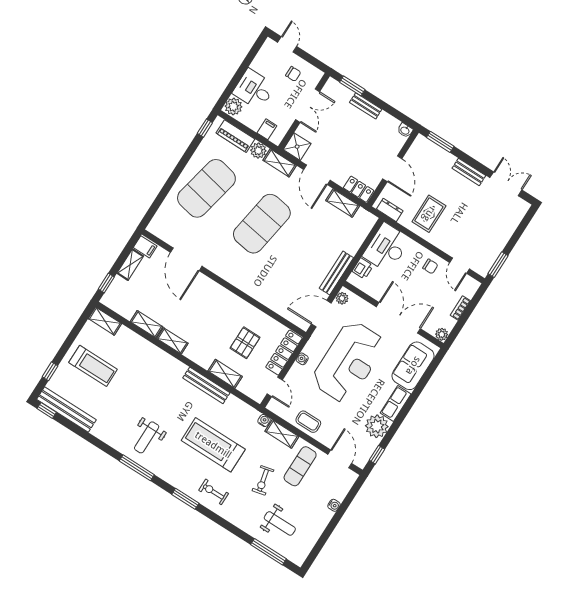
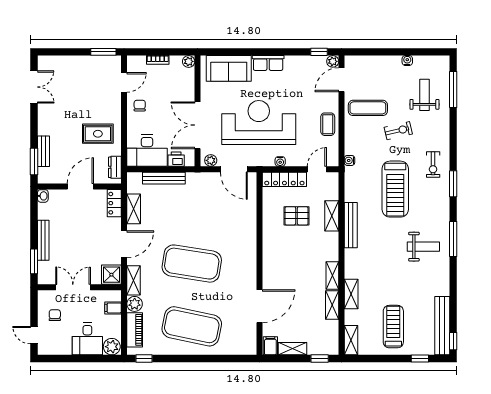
door: (287, 44) -> (34, 335), hinge flipped
bench: (366, 106) -> (43, 240), width x1.36
bench: (469, 172) -> (44, 151), moved
double door: (506, 184) -> (34, 87), swing flipped
bench: (336, 273) -> (164, 178), moved
double door: (398, 318) -> (198, 125), moved
plant: (377, 426) -> (333, 61), moved, width x0.53, depth x0.53
shelving: (282, 434) -> (351, 294), moved
water cooler: (334, 505) -> (407, 61), moved

